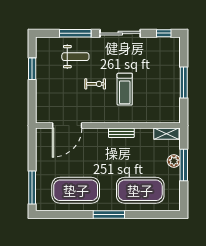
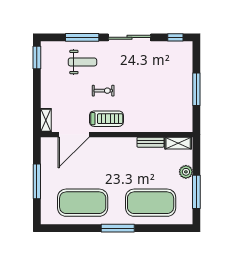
window: (32, 69) -> (37, 58), moved
treadmill: (125, 89) -> (106, 119), moved, turned -90
shelving: (41, 112) -> (46, 120), added
bench: (121, 133) -> (150, 142), moved
window: (184, 165) -> (196, 192), moved
window: (32, 187) -> (37, 181), moved

